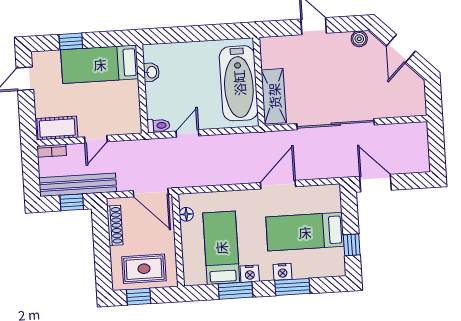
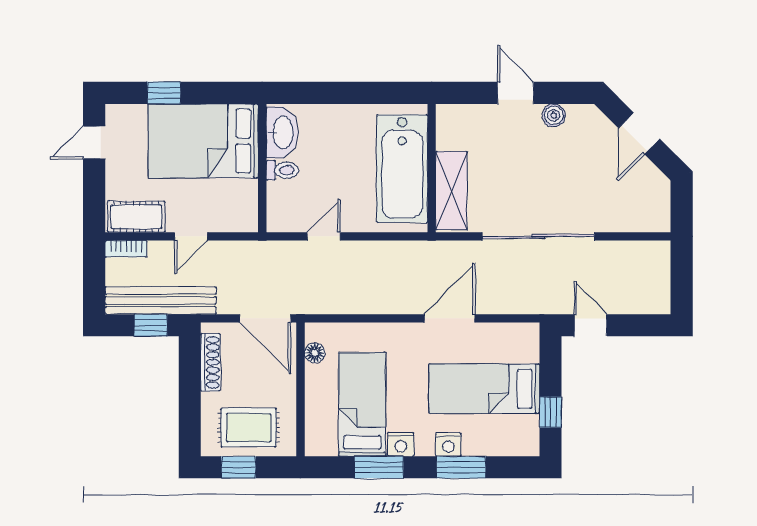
boiler: (359, 39) -> (554, 115), moved
bed: (100, 64) -> (203, 141), width x1.50
washbasin: (151, 72) -> (282, 132), width x1.91, depth x1.45
toilet: (158, 126) -> (282, 170), moved
door: (376, 183) -> (591, 325), width x0.73

